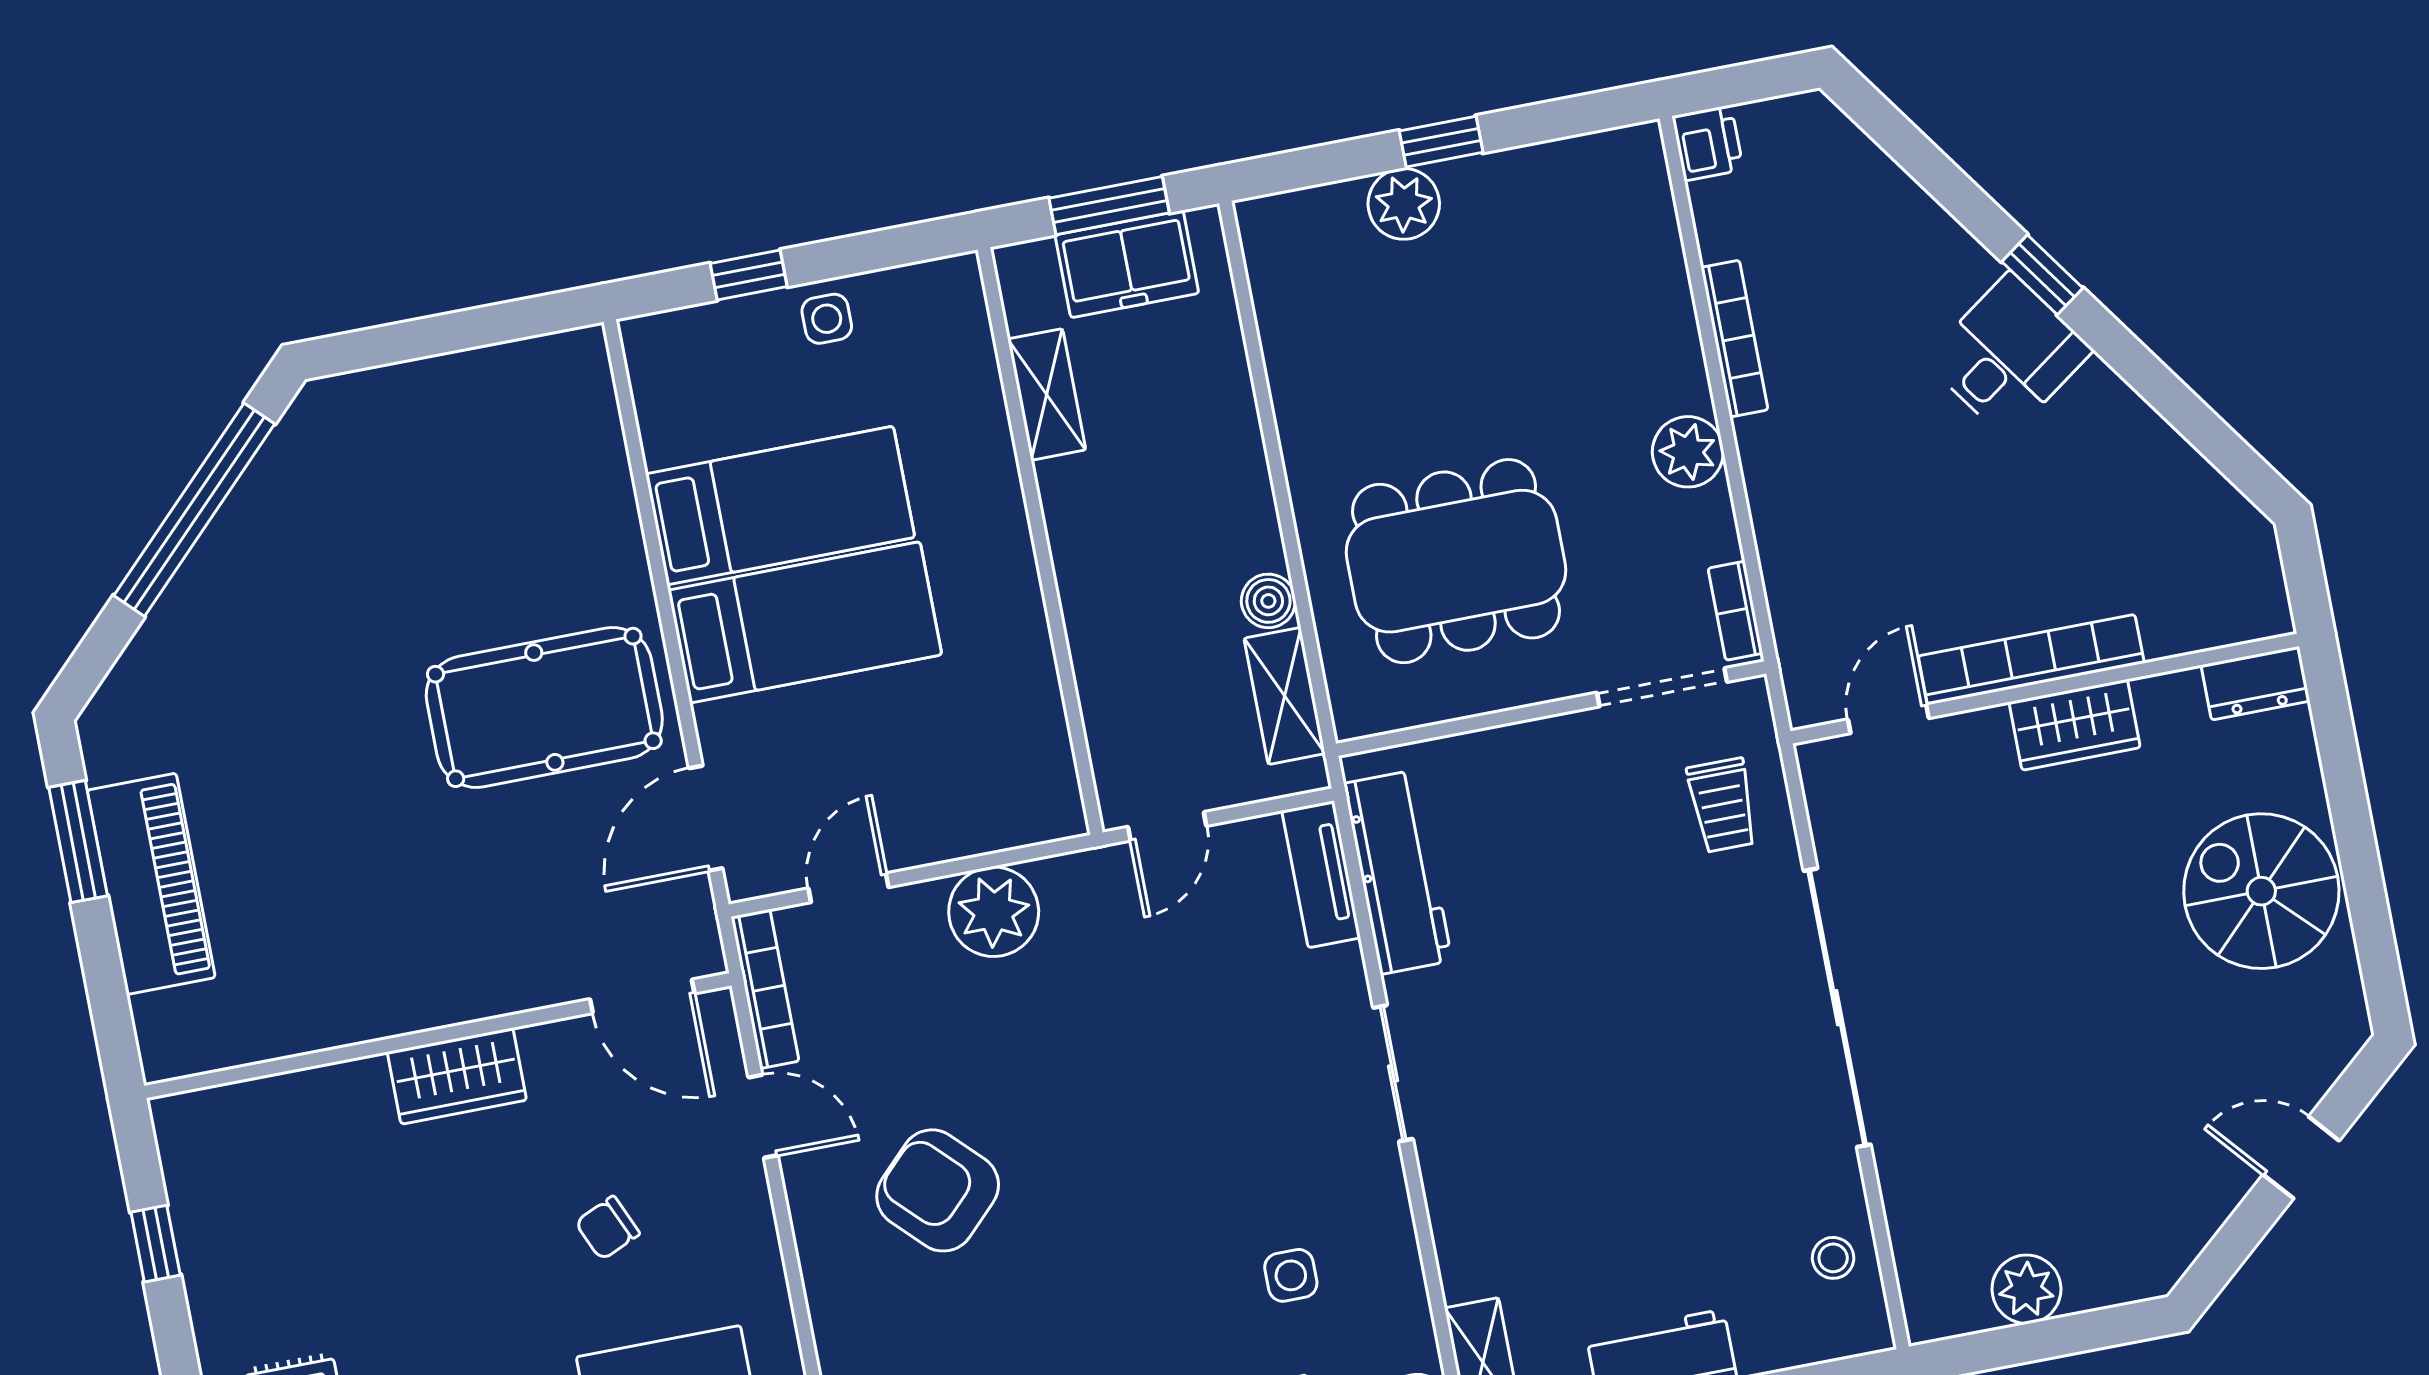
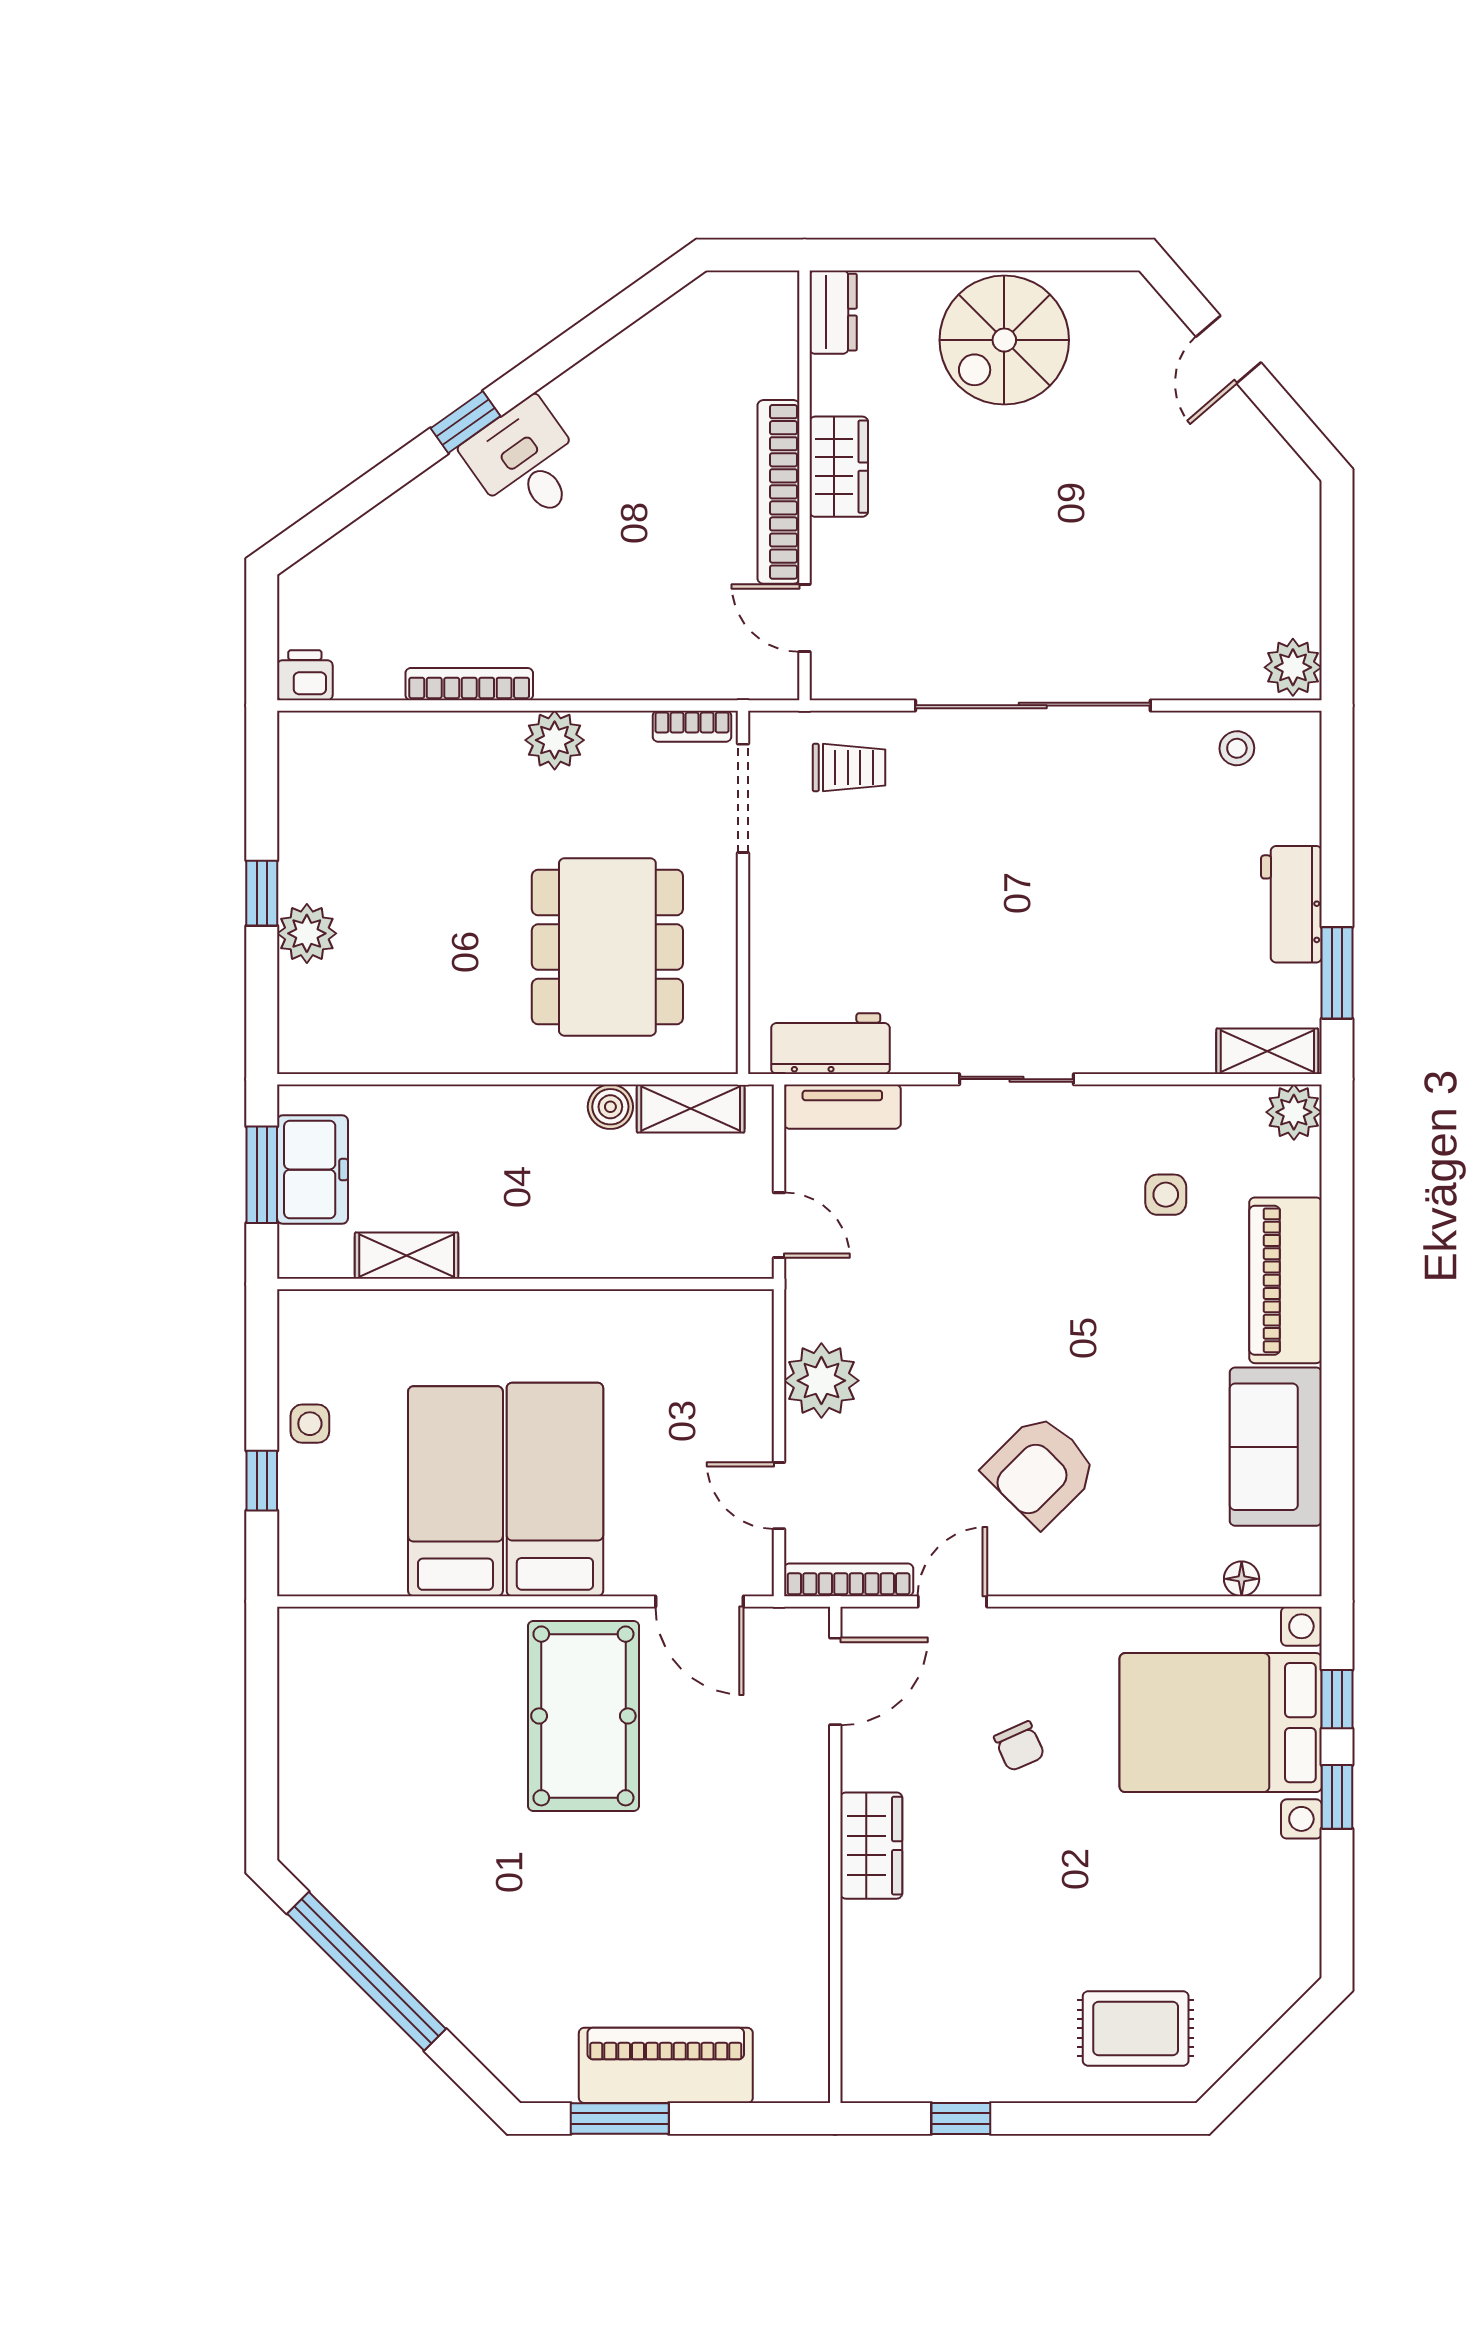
workbench: (1398, 872) -> (830, 1044), width x0.73
plant: (2026, 1289) -> (1293, 667), moved

